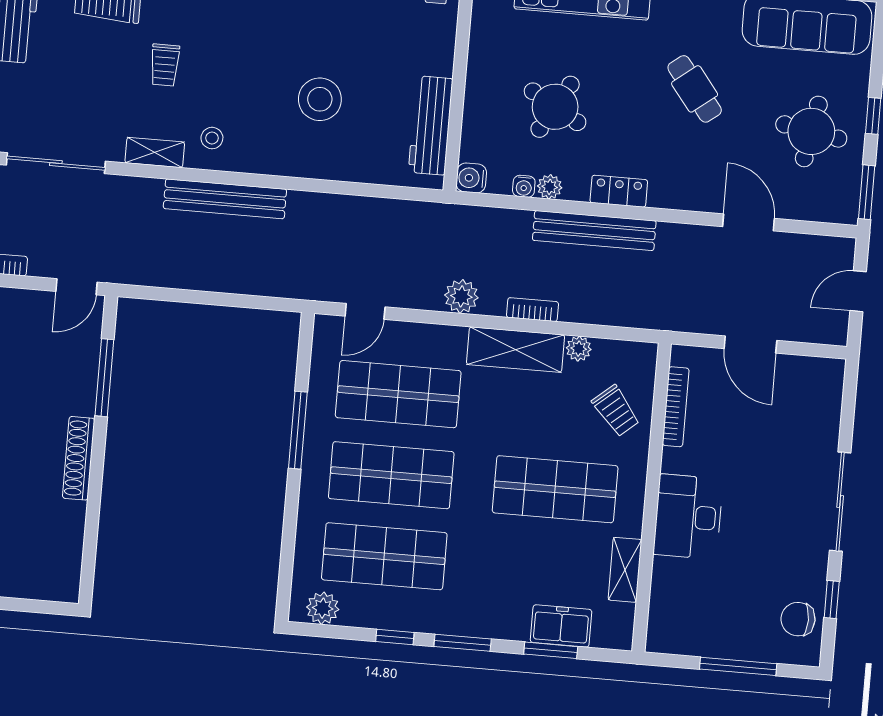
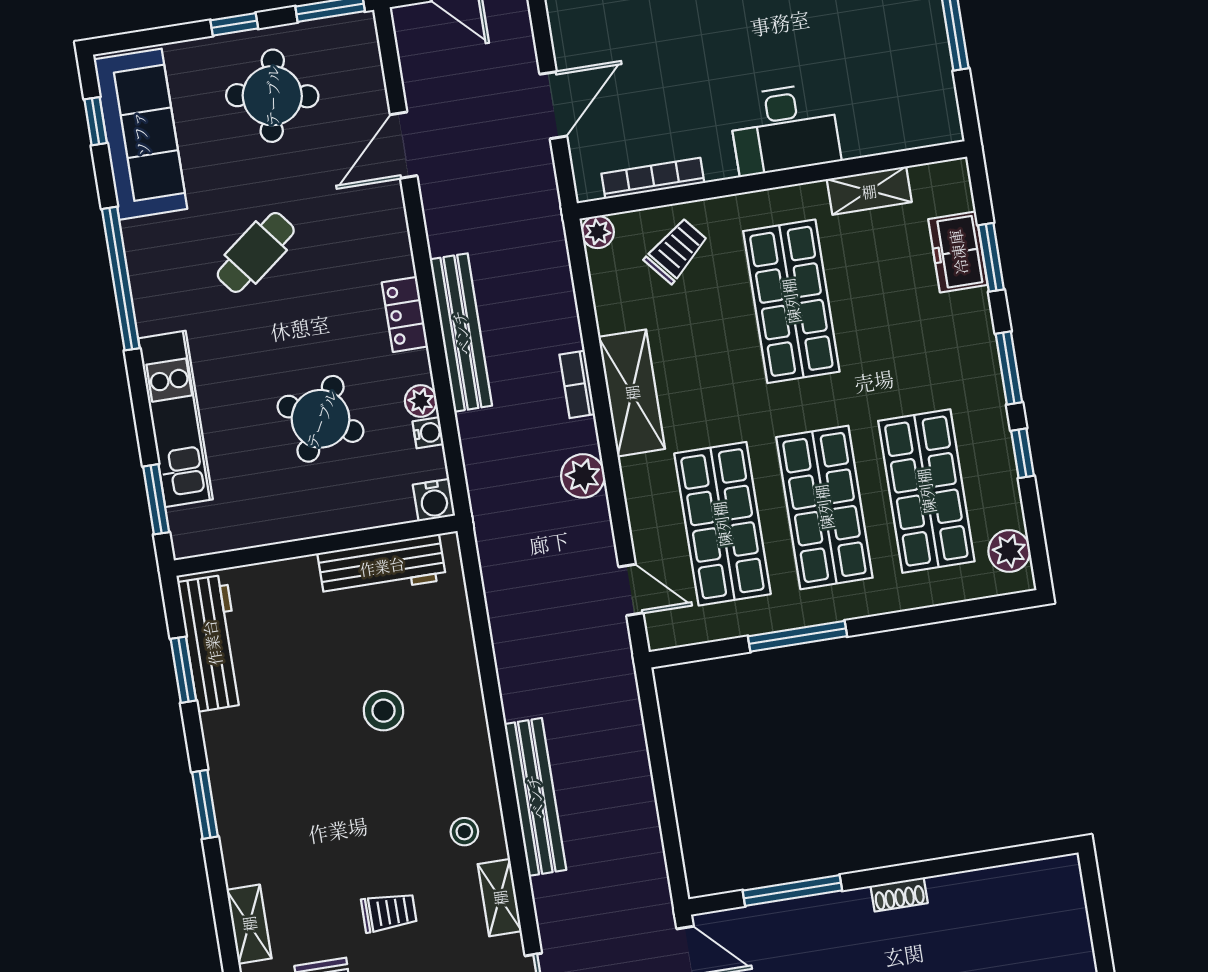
stool: (320, 99) -> (383, 711), width x0.73, depth x0.73
plant: (579, 349) -> (598, 232), moved
shoe rack: (79, 458) -> (899, 894), width x0.51, depth x0.81

